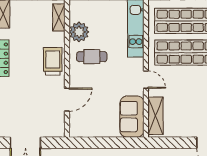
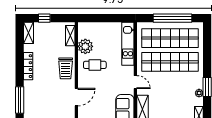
trolley: (53, 61) -> (66, 68), turned 180

